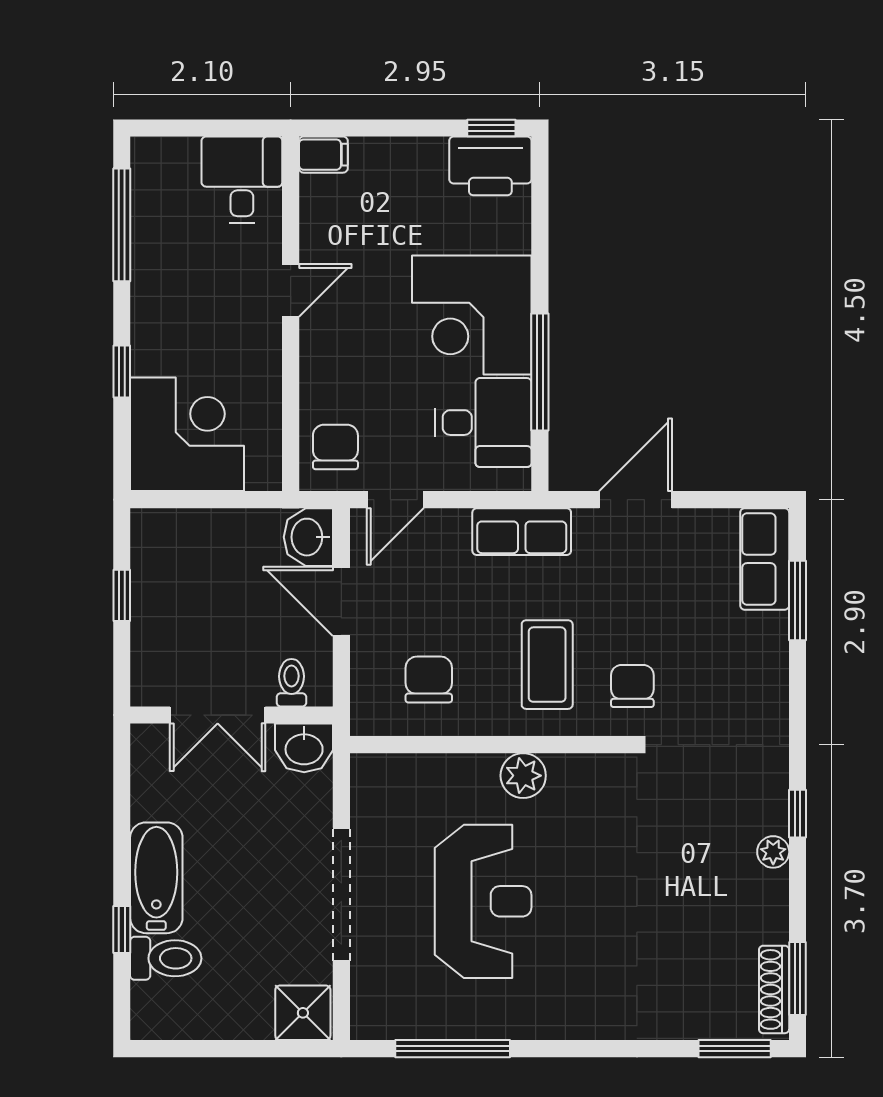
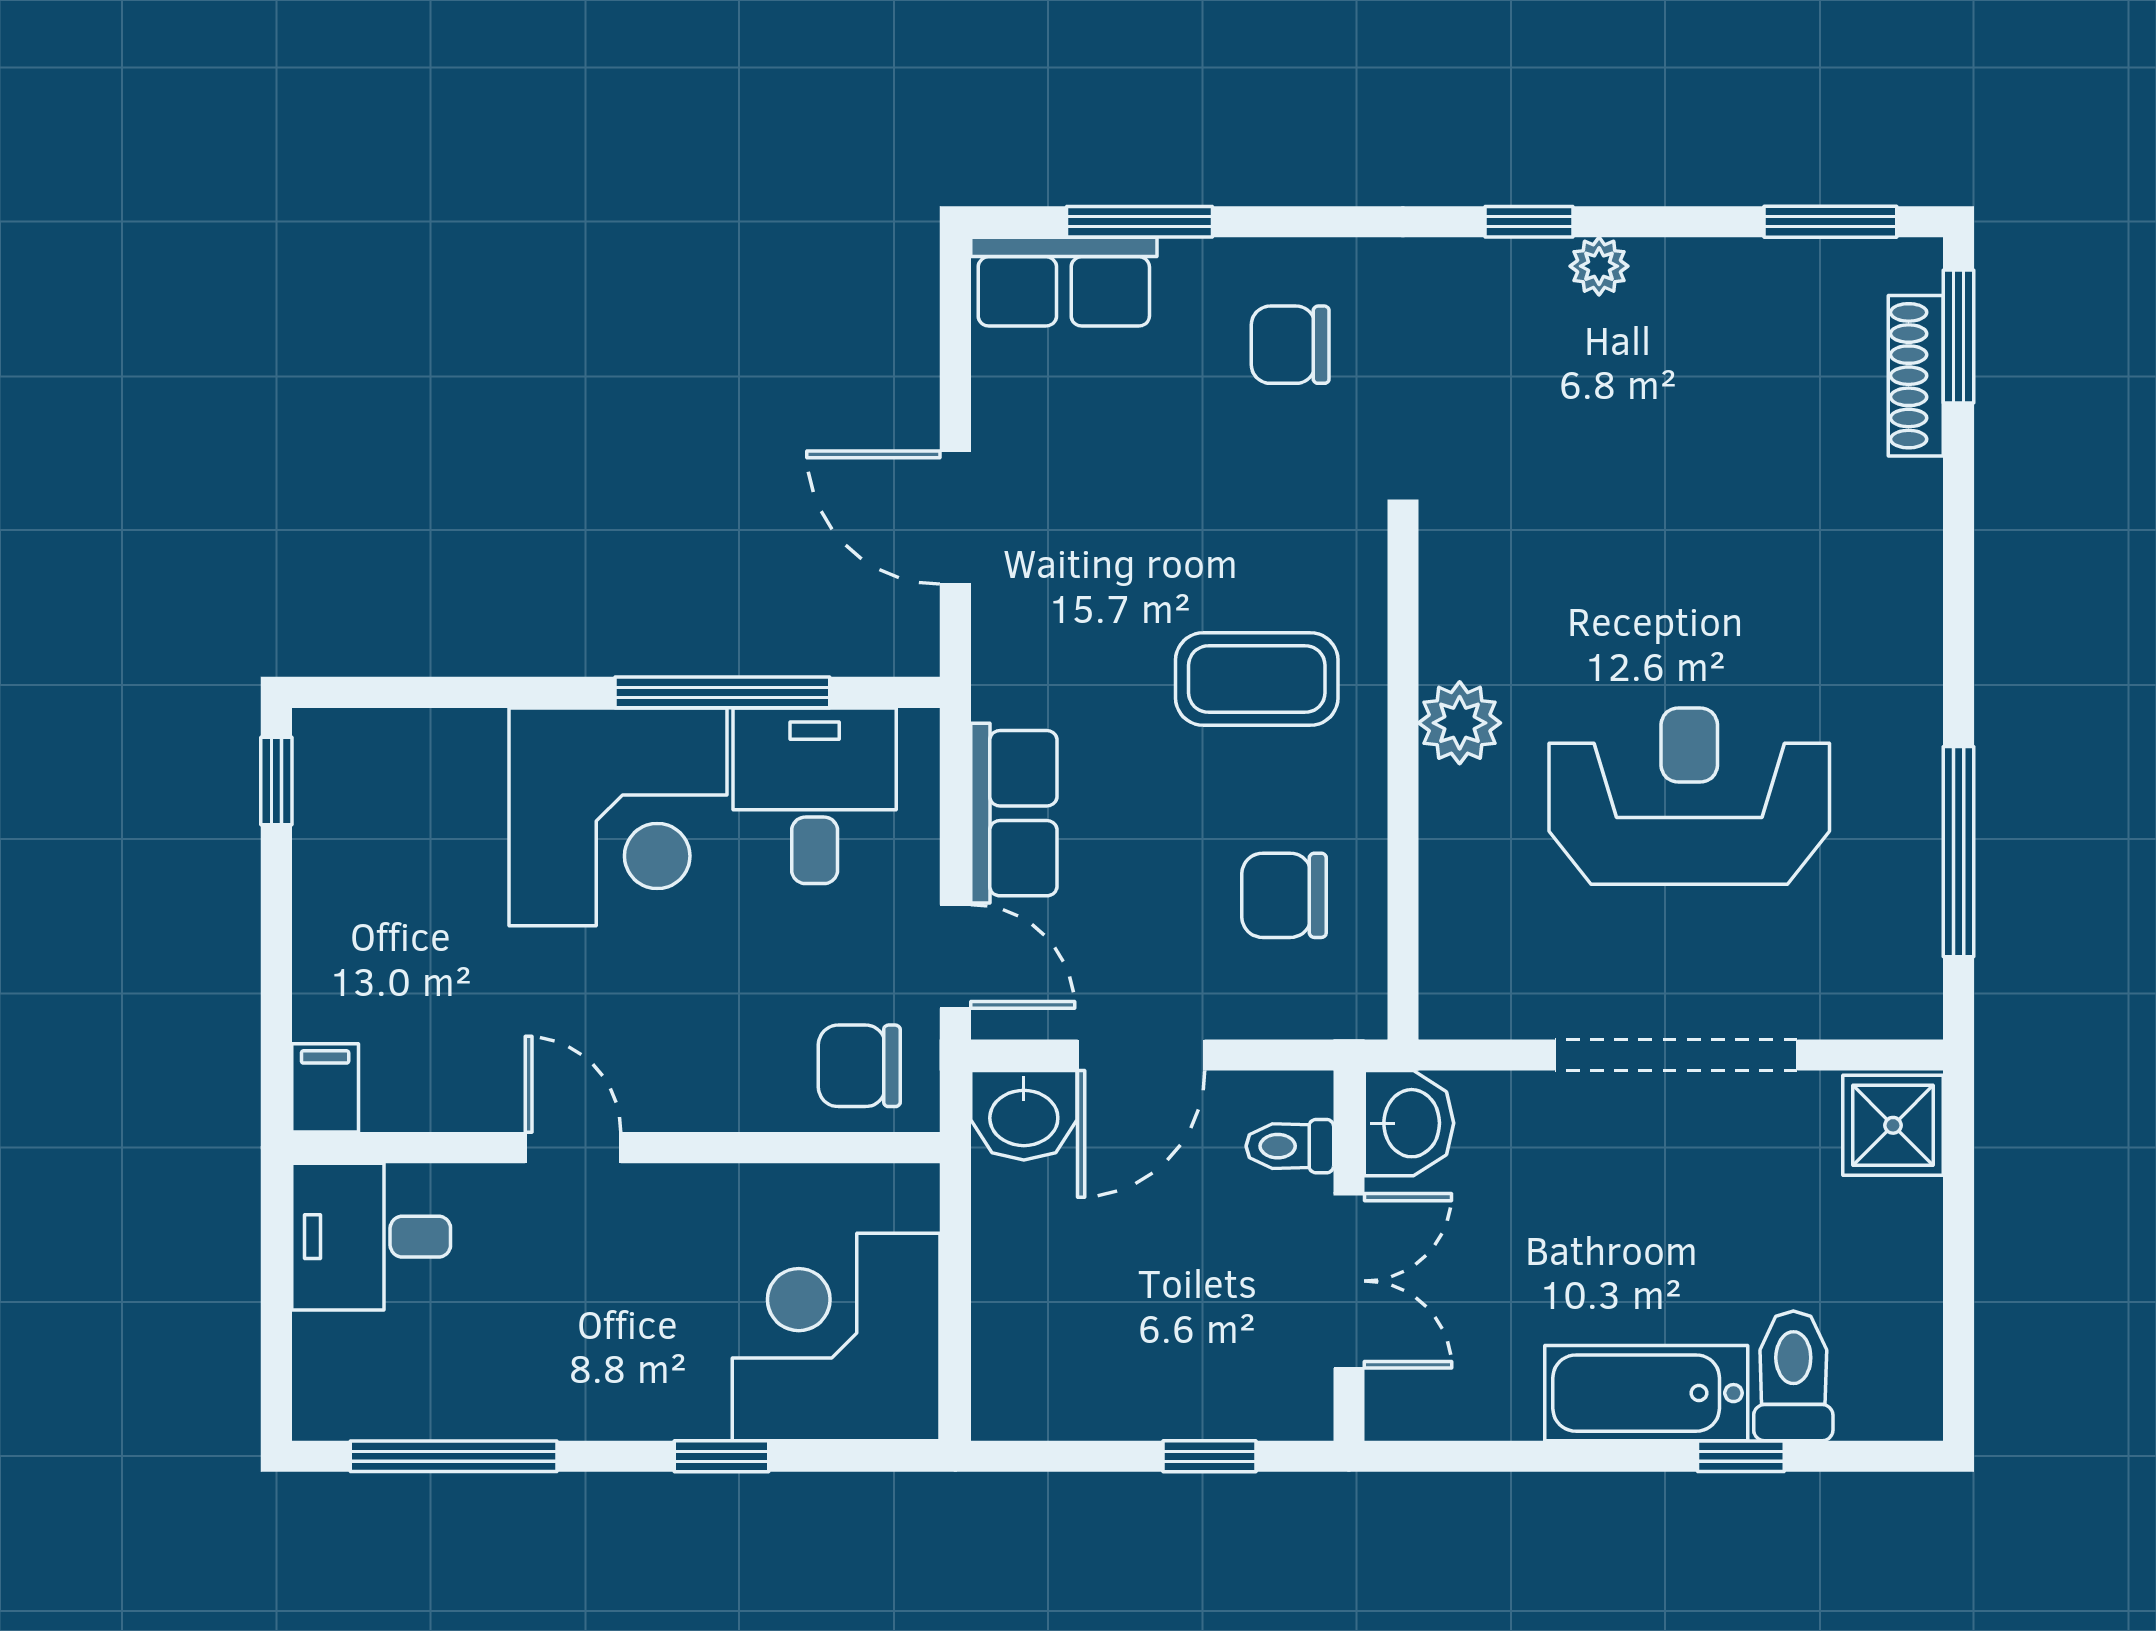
printer: (490, 166) -> (346, 783), removed
row of seats: (522, 532) -> (1014, 813), moved
window: (122, 595) -> (1209, 1456), moved
chair: (632, 686) -> (1290, 345), moved
shoe rack: (774, 989) -> (1916, 376), moved, turned 90

